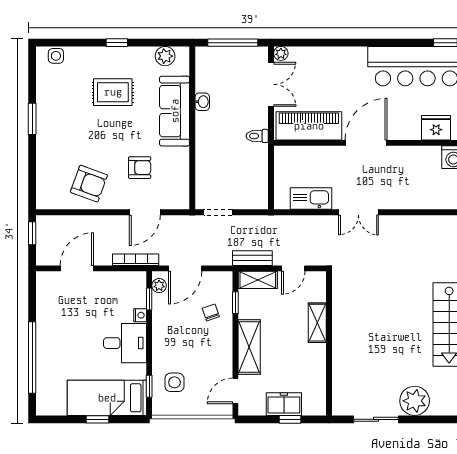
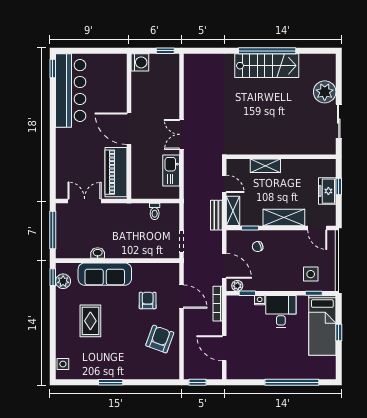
window: (117, 43) -> (53, 277), moved
plant: (281, 53) -> (61, 193), removed
fridge: (436, 128) -> (117, 76), removed
toilet: (257, 136) -> (155, 211), moved
double door: (358, 212) -> (182, 134), swing flipped

